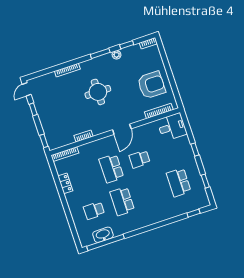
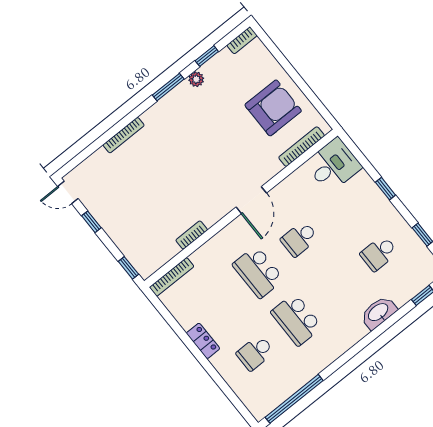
door: (27, 89) -> (68, 193), hinge flipped
round table: (98, 92) -> (188, 153), removed
school desk: (179, 182) -> (379, 253), width x0.54
locker: (65, 183) -> (203, 341), moved
washbasin: (103, 235) -> (379, 313), moved

